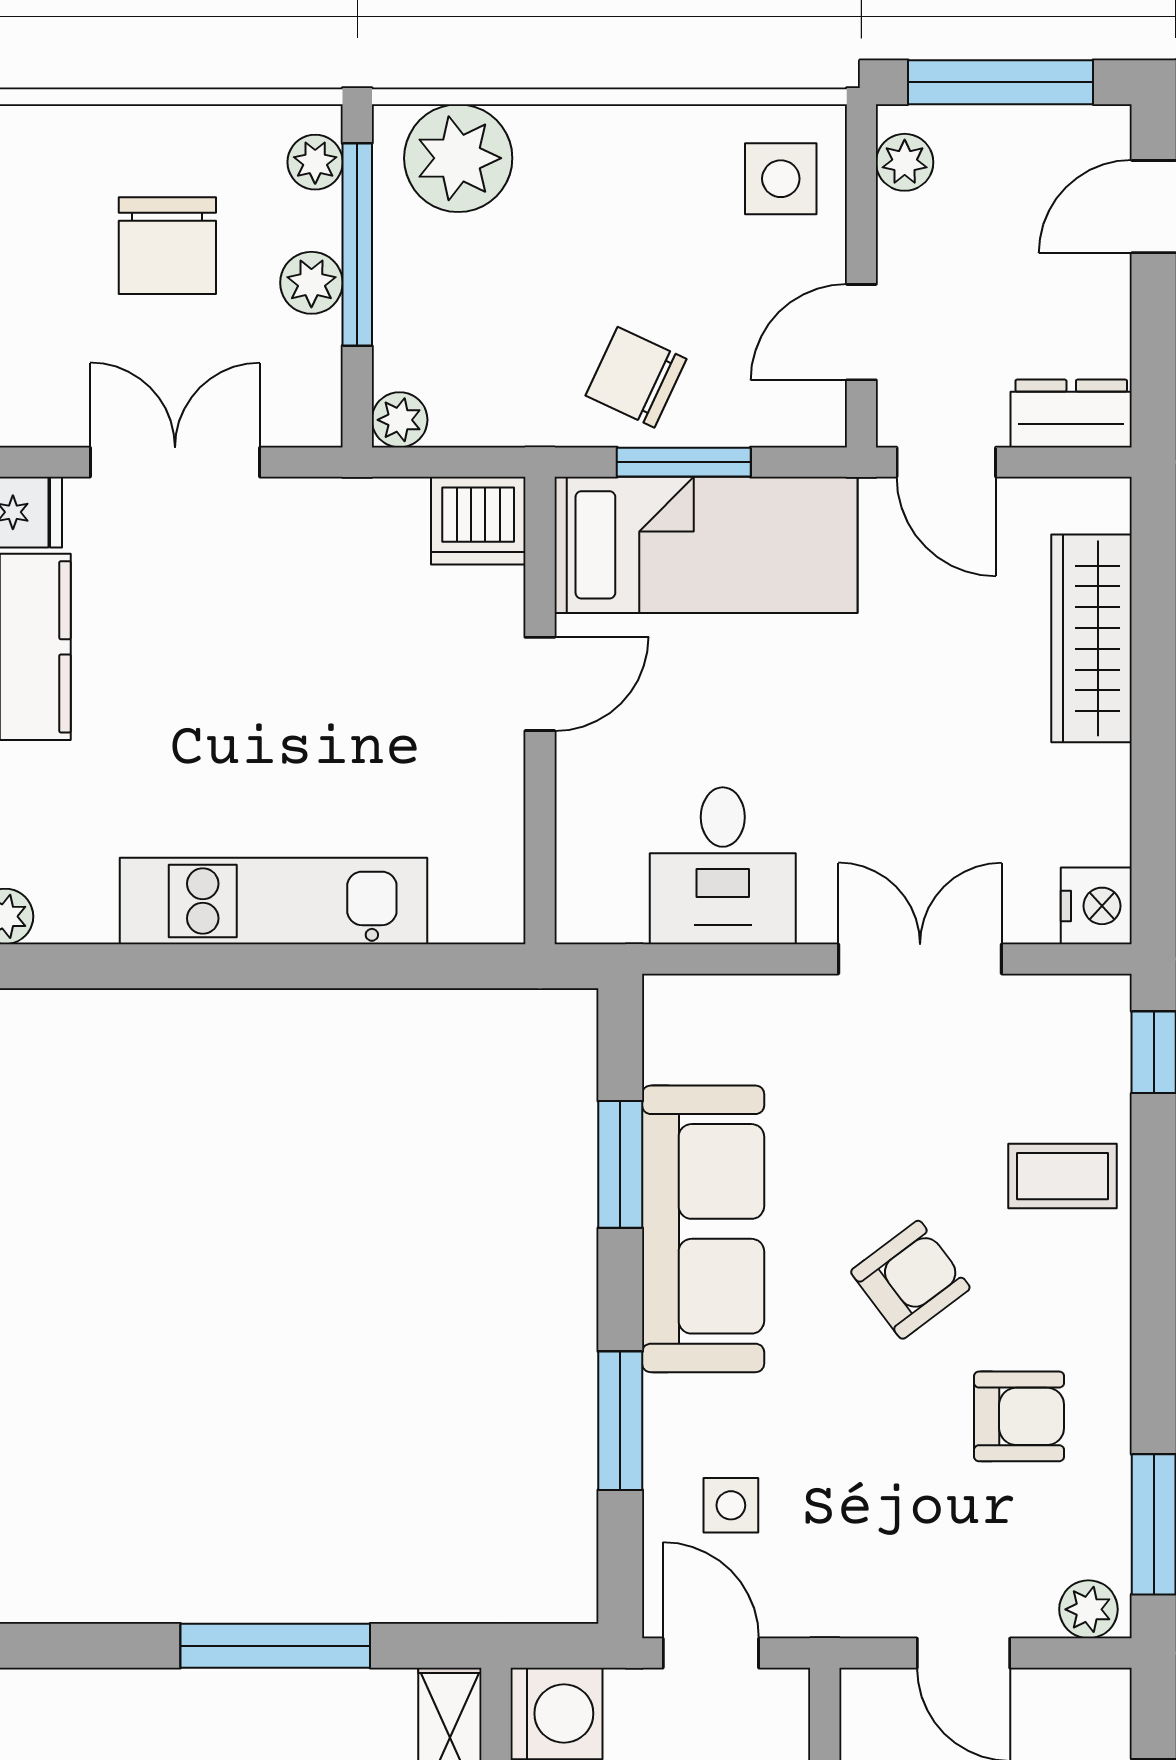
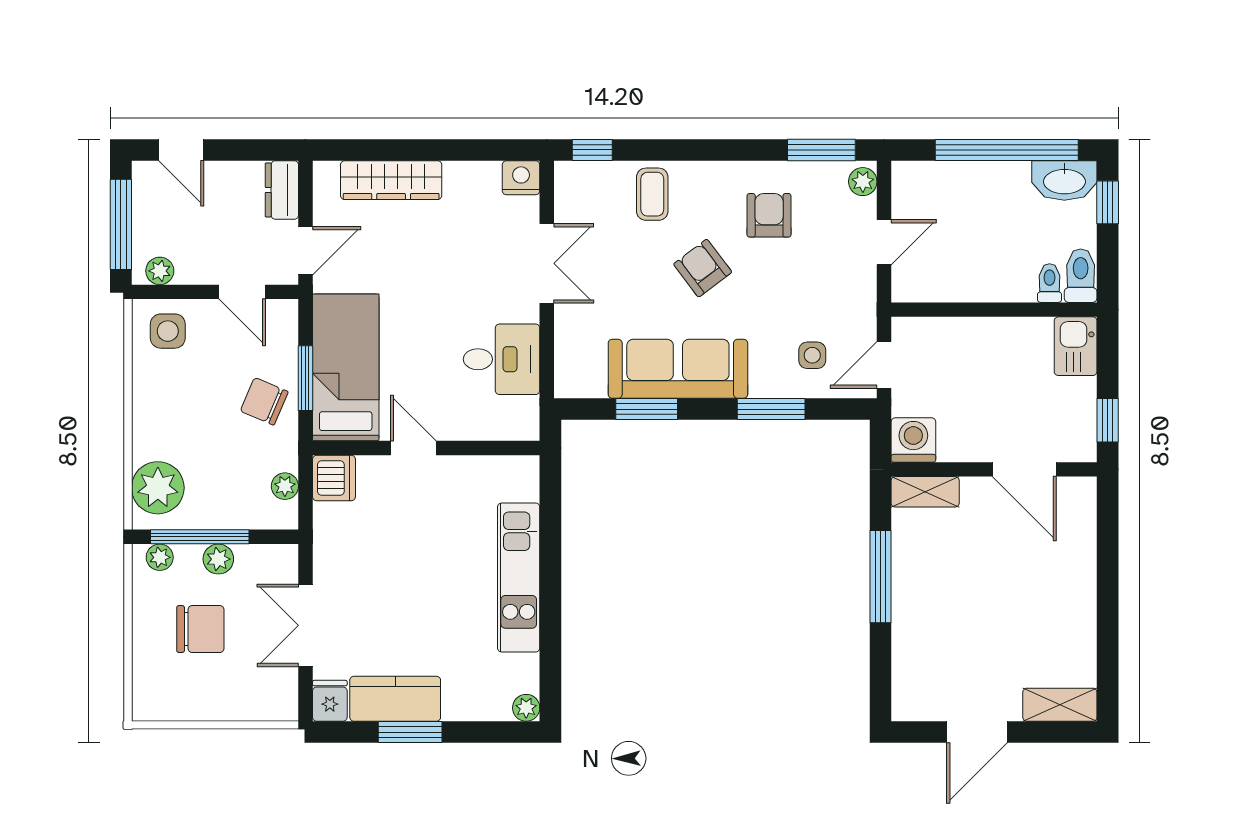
chair: (636, 377) -> (264, 401), turned 88
plant: (400, 420) -> (285, 486), moved
double door: (920, 959) -> (547, 263), swing flipped

